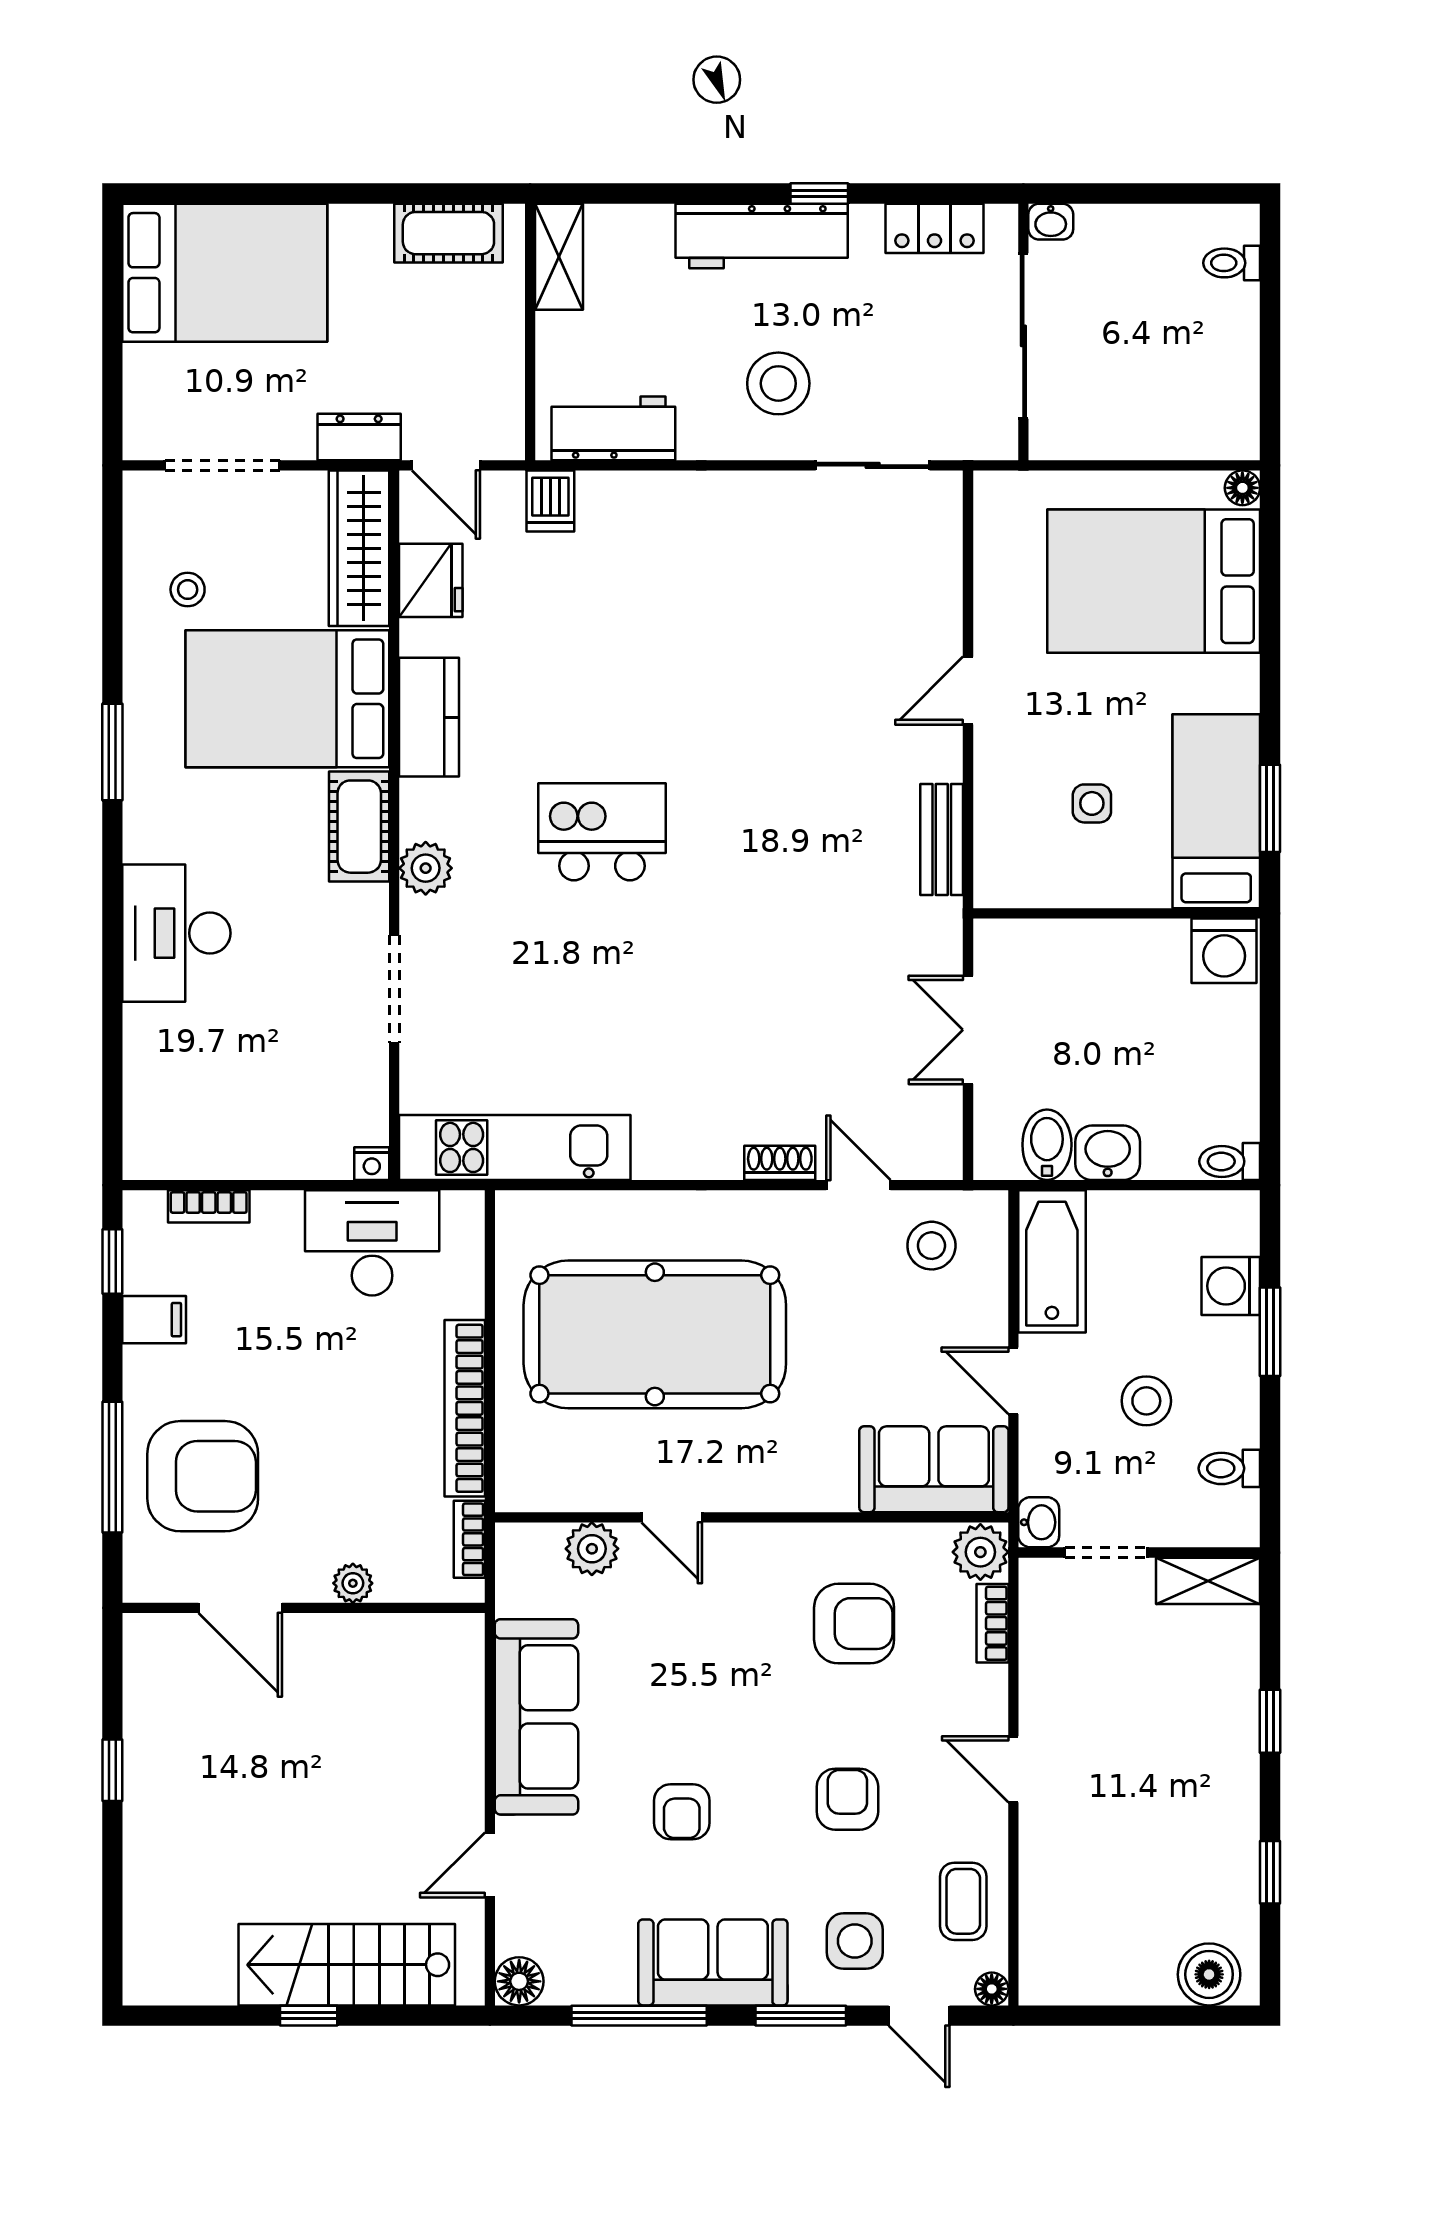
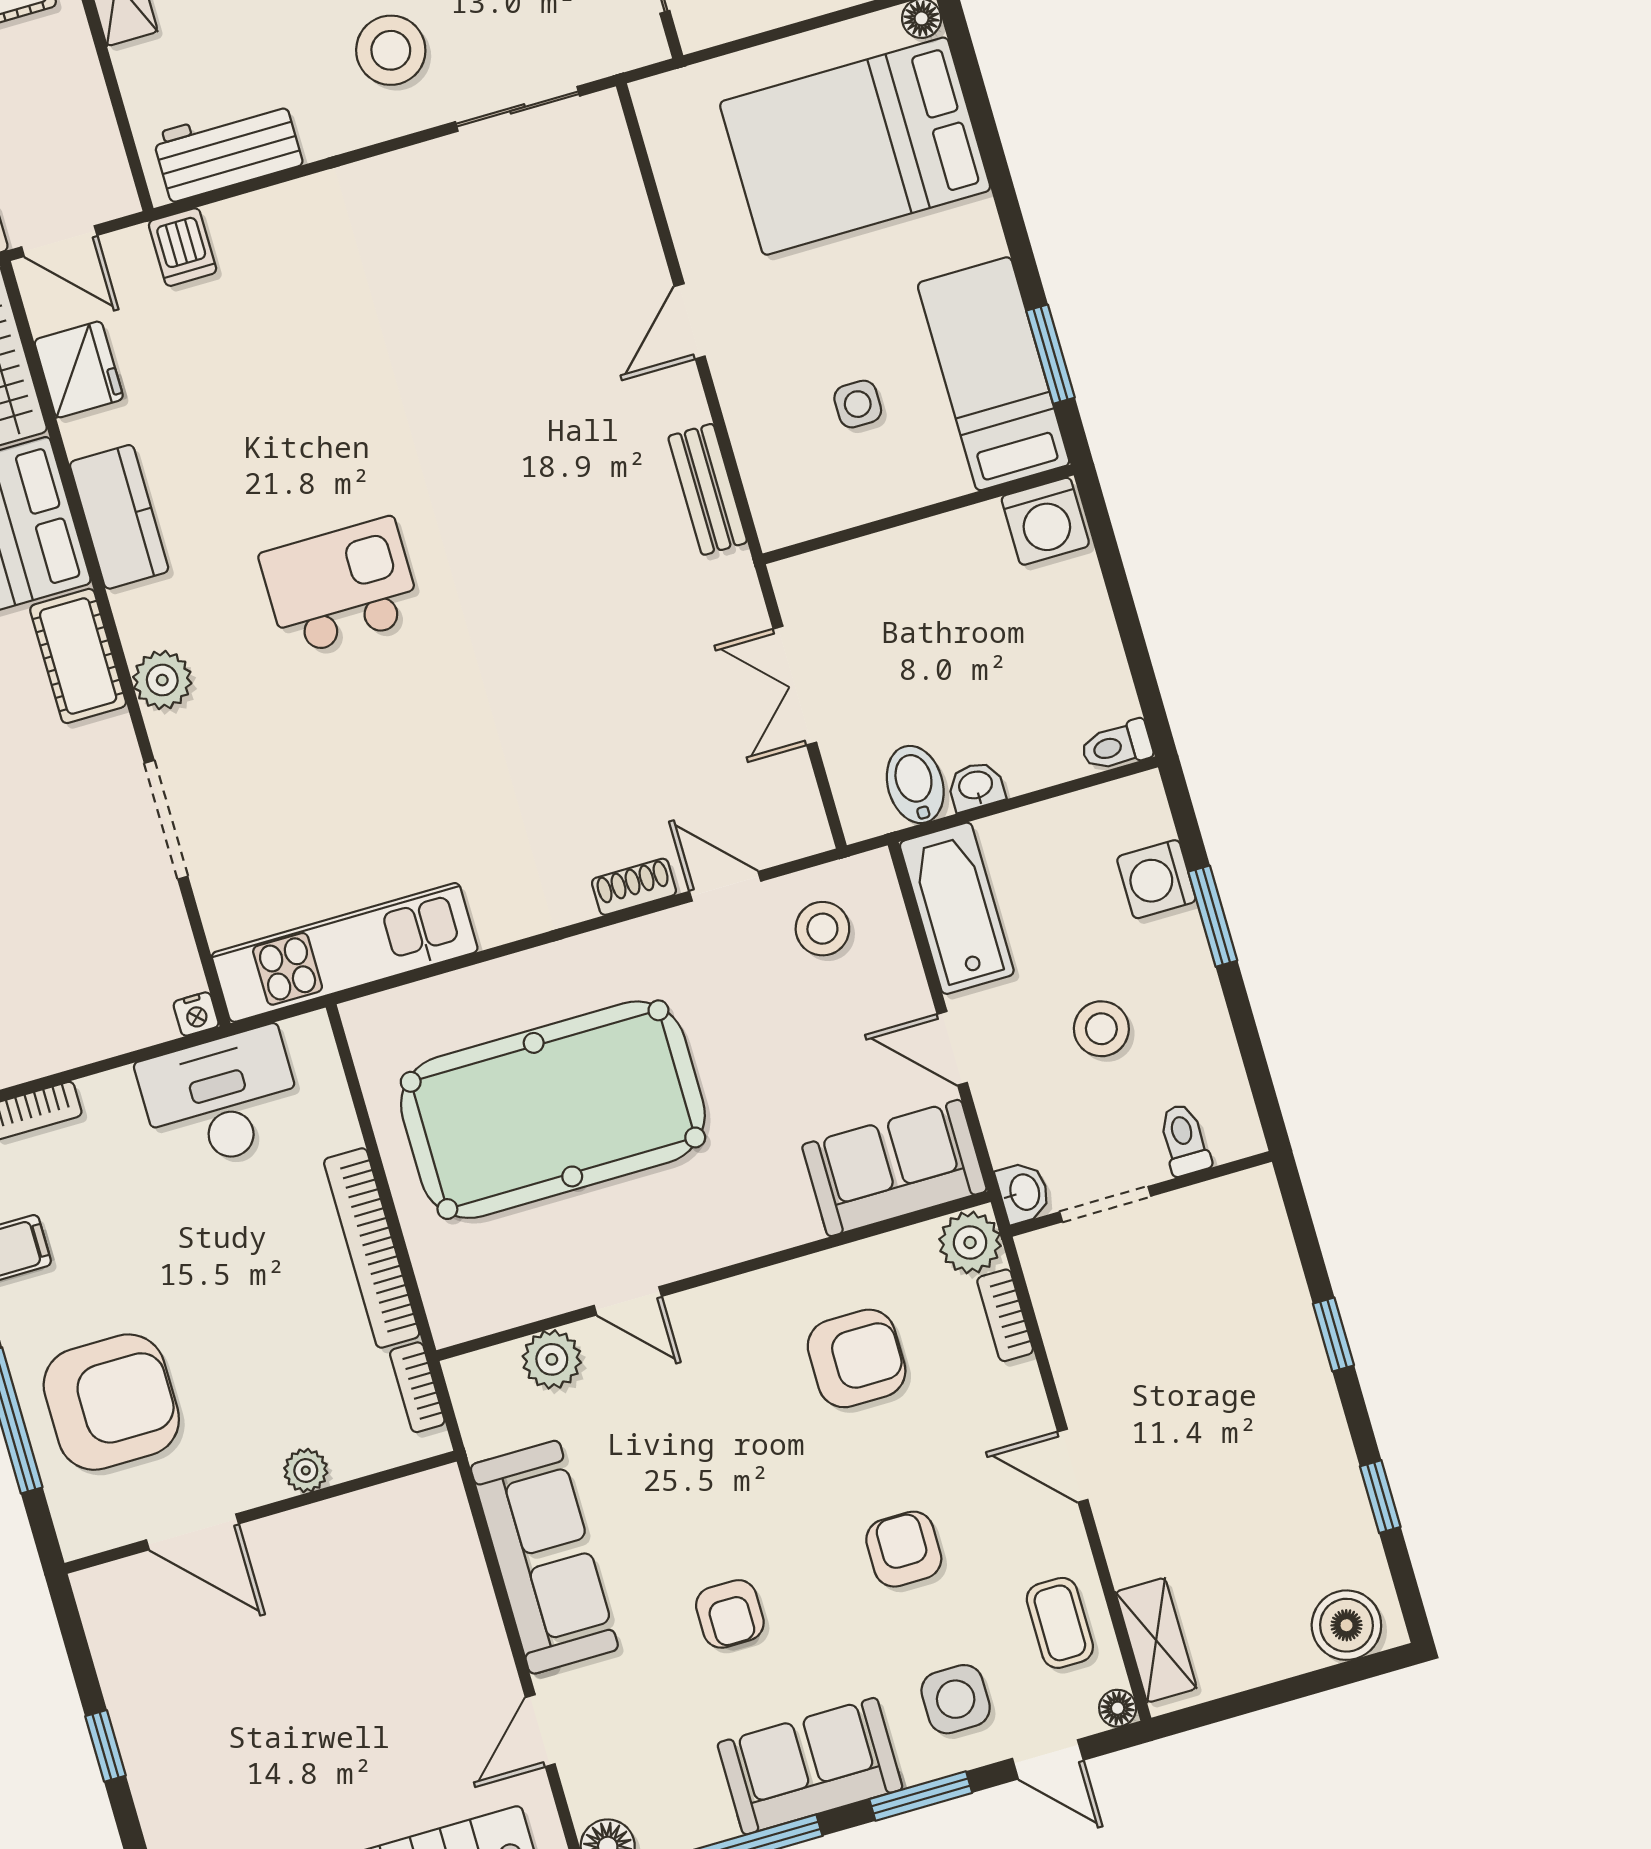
washbasin: (1108, 1153) -> (976, 786), width x0.72, depth x0.69
toilet: (1229, 1468) -> (1184, 1140), moved, turned 90
shelving: (1208, 1581) -> (1156, 1640), moved, turned 90

